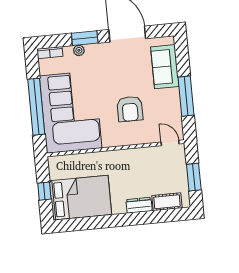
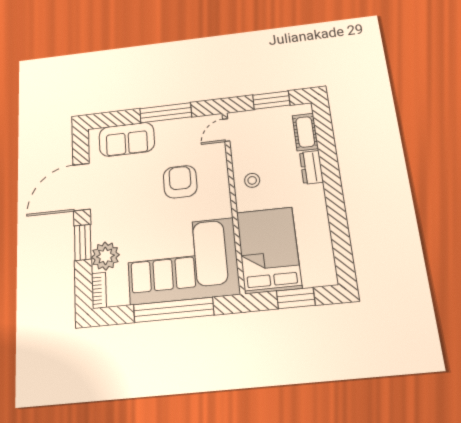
plant: (79, 50) -> (105, 256), width x1.88, depth x1.88
armchair: (130, 109) -> (180, 182), turned -90
stool: (130, 162) -> (252, 180), added
window: (44, 191) -> (296, 298), width x1.50
bed: (80, 198) -> (269, 250), moved

